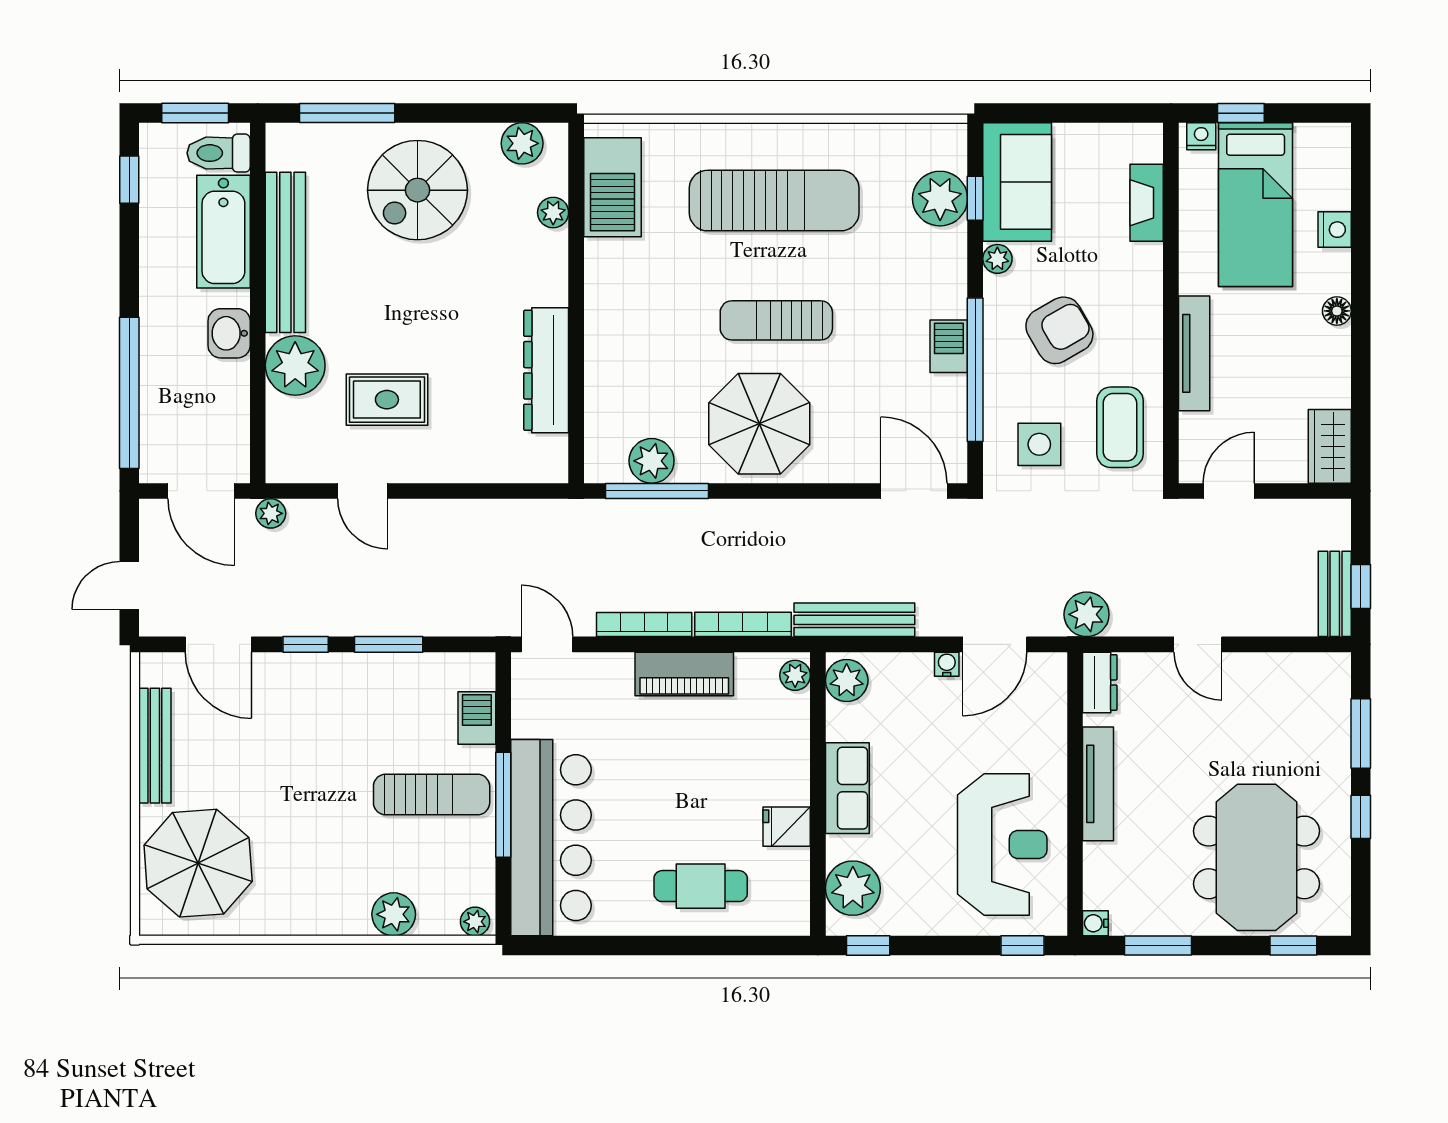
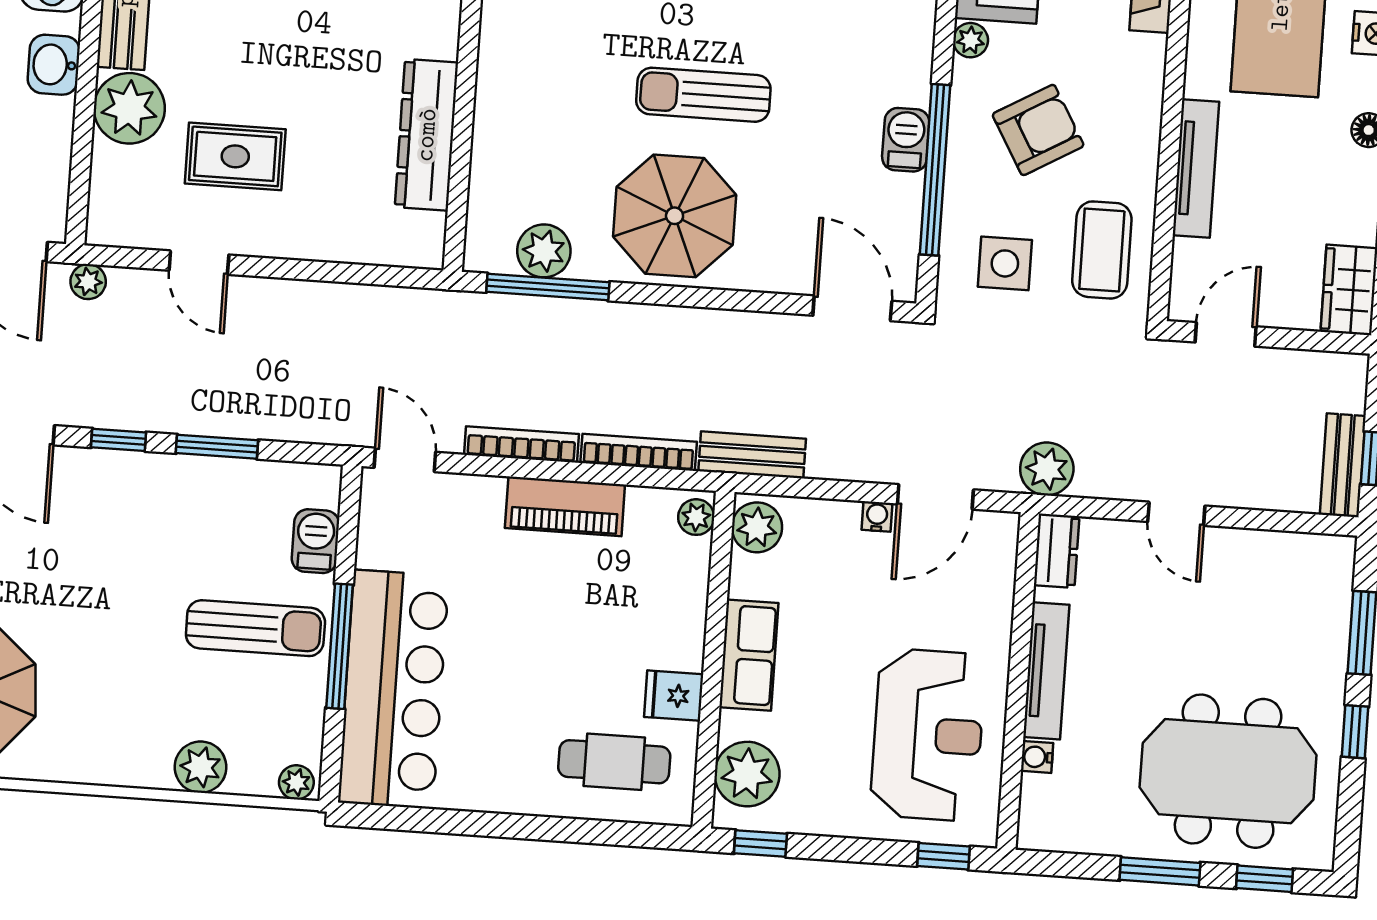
bench: (854, 620) -> (752, 455), width x0.73
meeting table: (1256, 857) -> (1228, 771), turned 90
cafe table: (701, 886) -> (614, 762), moved
water cooler: (1095, 923) -> (1037, 757), moved
window: (1158, 946) -> (1160, 871), moved

